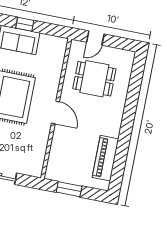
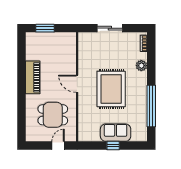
piano: (105, 158) -> (33, 77), moved
window: (69, 189) -> (45, 28), moved

